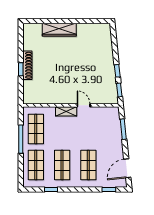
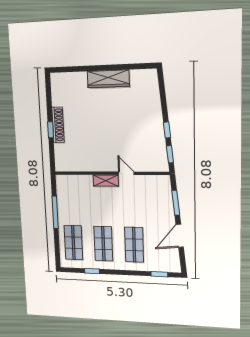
wardrobe: (59, 30) -> (108, 79), moved
shop shelf: (36, 129) -> (71, 201), removed
door: (127, 168) -> (180, 236), moved

